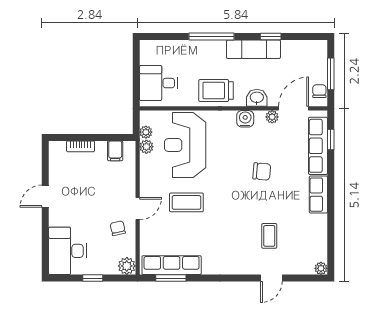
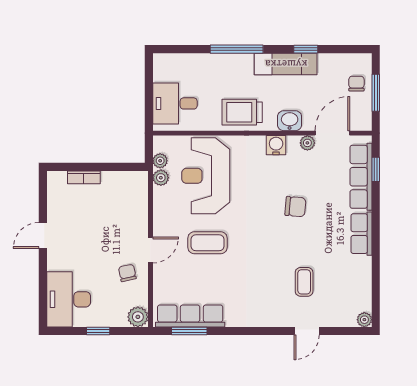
chair: (319, 91) -> (356, 84), moved
filing cabinet: (115, 151) -> (124, 183), removed

